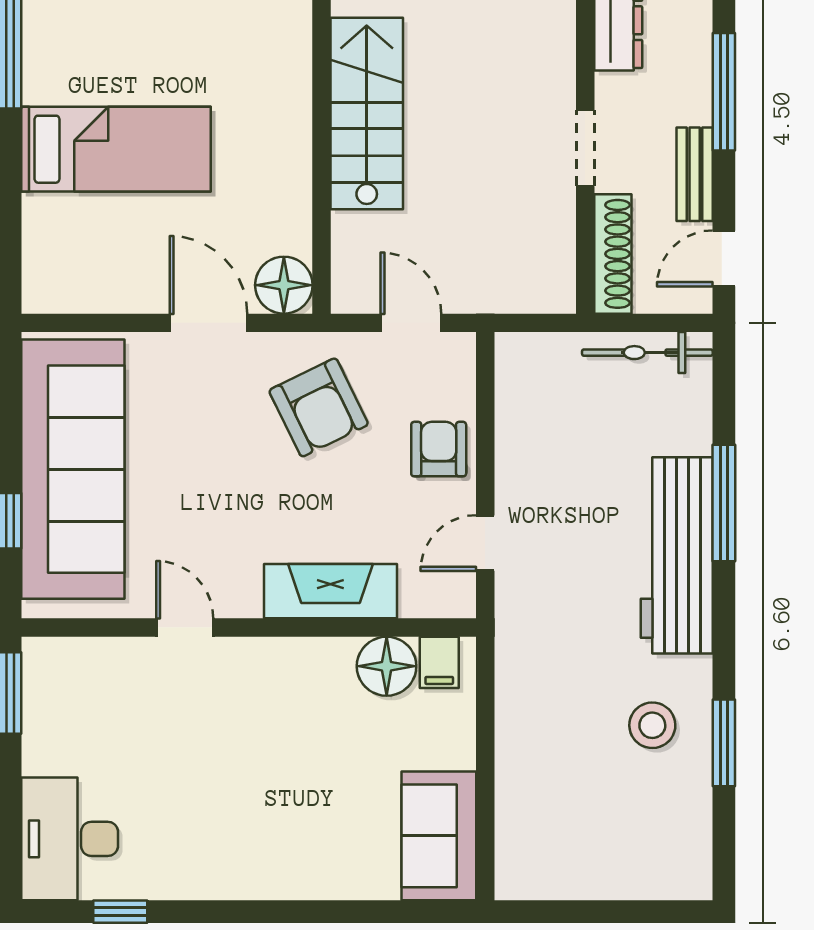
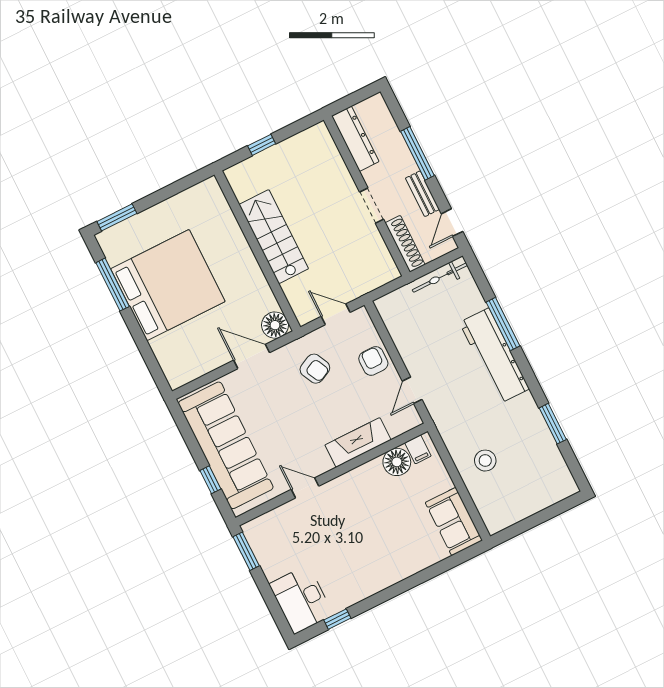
bed: (116, 149) -> (168, 285), width x2.04
armchair: (319, 407) -> (315, 369), width x0.72, depth x0.72
stool: (652, 725) -> (485, 461), moved

